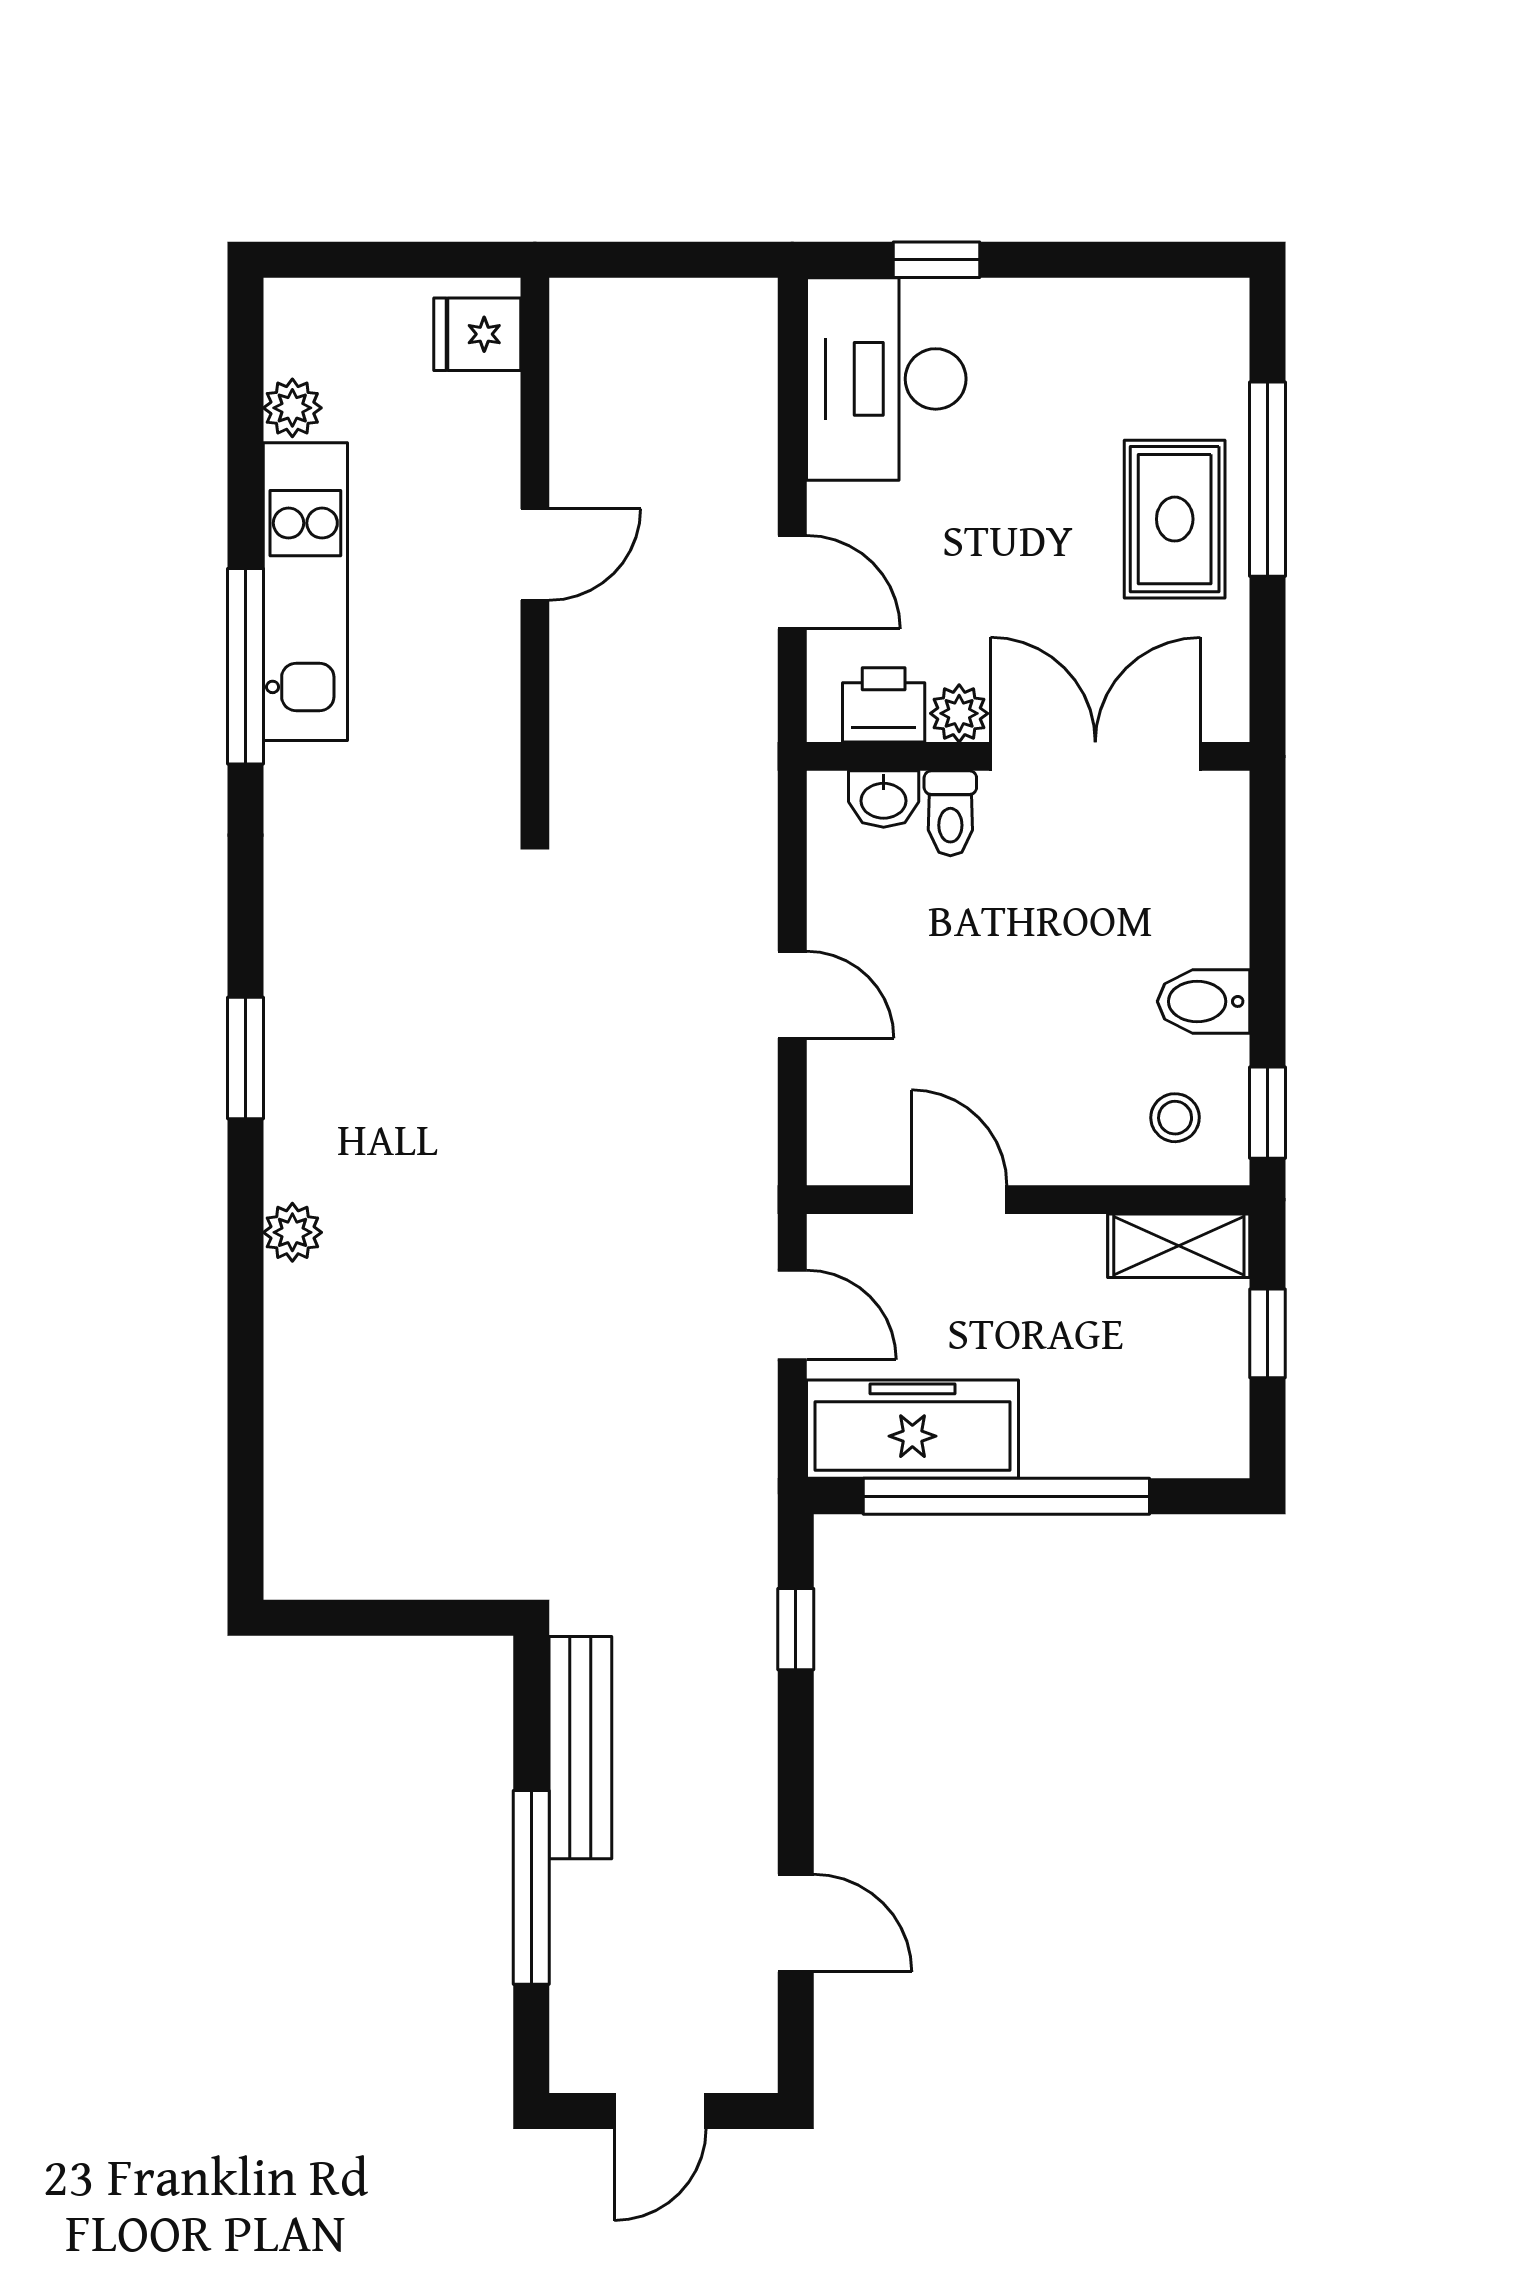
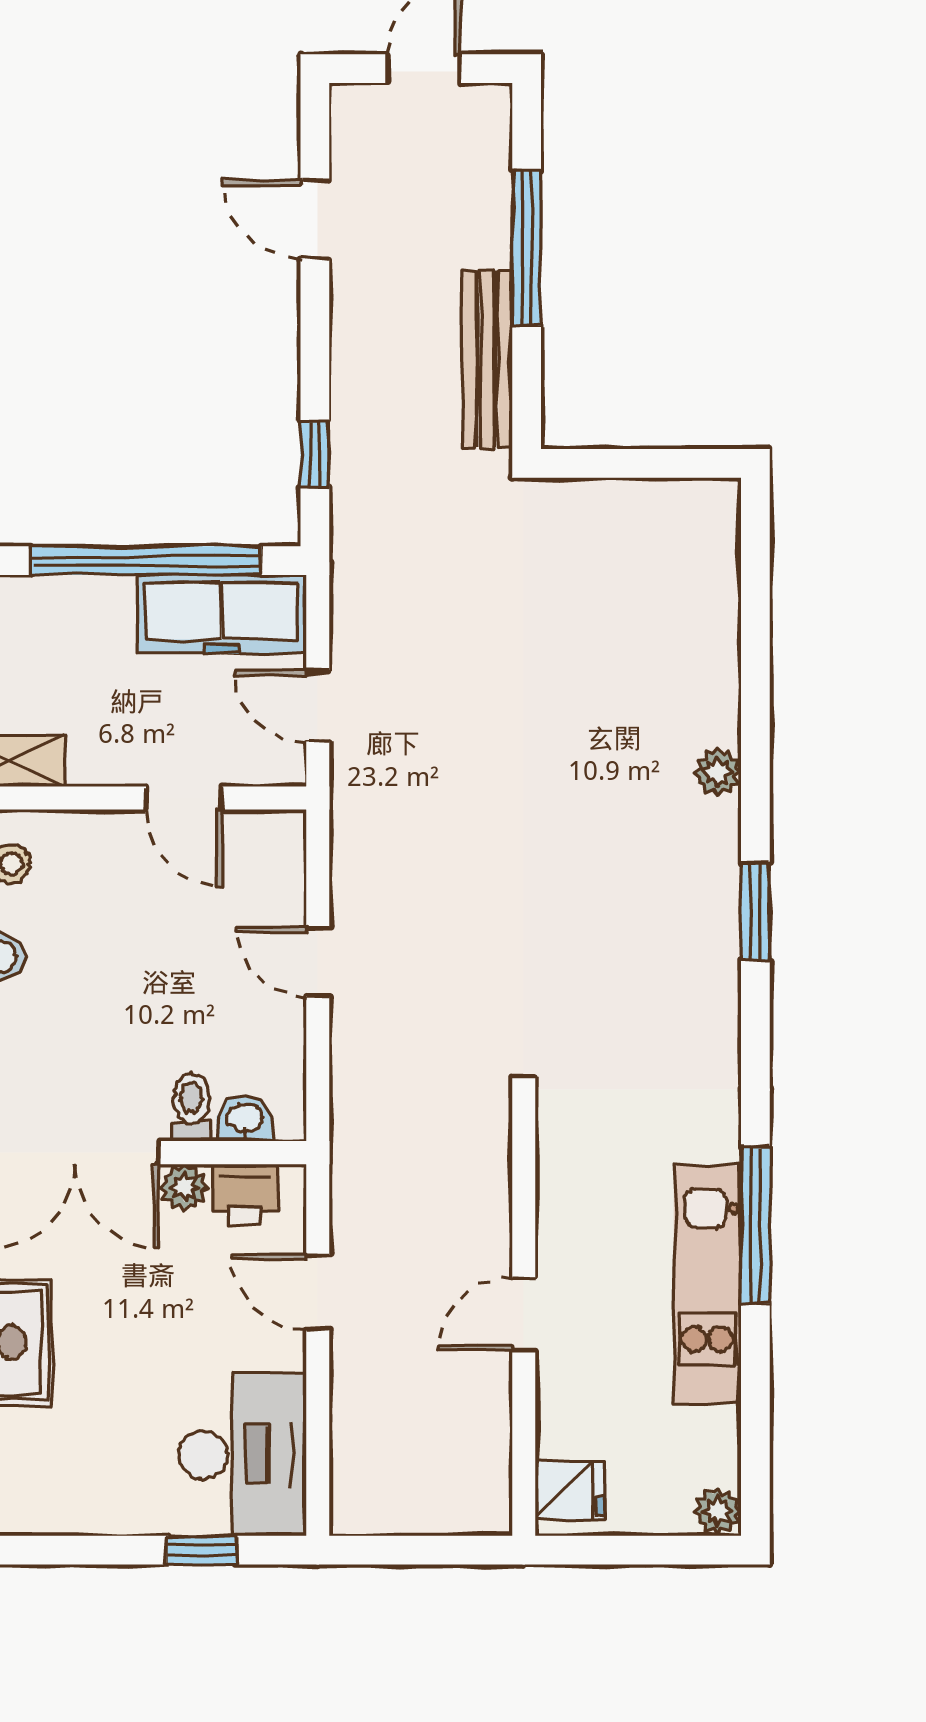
plant: (292, 408) -> (718, 1511), moved

